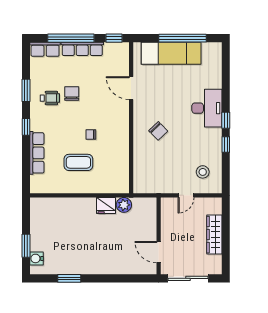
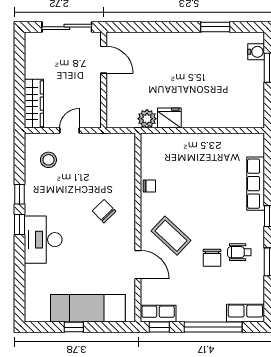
window: (182, 38) -> (74, 327), width x0.32
row of seats: (82, 49) -> (158, 314), moved, width x0.68
chair: (91, 135) -> (149, 186), moved
coffee table: (78, 162) -> (171, 236), moved, turned 43
wardrobe: (214, 235) -> (34, 104), moved

